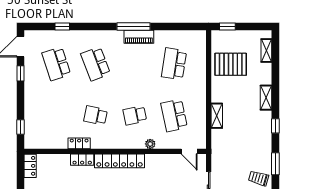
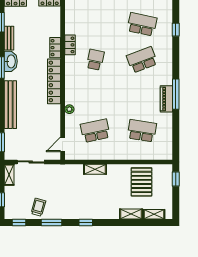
school desk: (56, 64) -> (142, 24), turned 30
shelving: (266, 98) -> (131, 214), moved
school desk: (135, 115) -> (95, 95), removed

